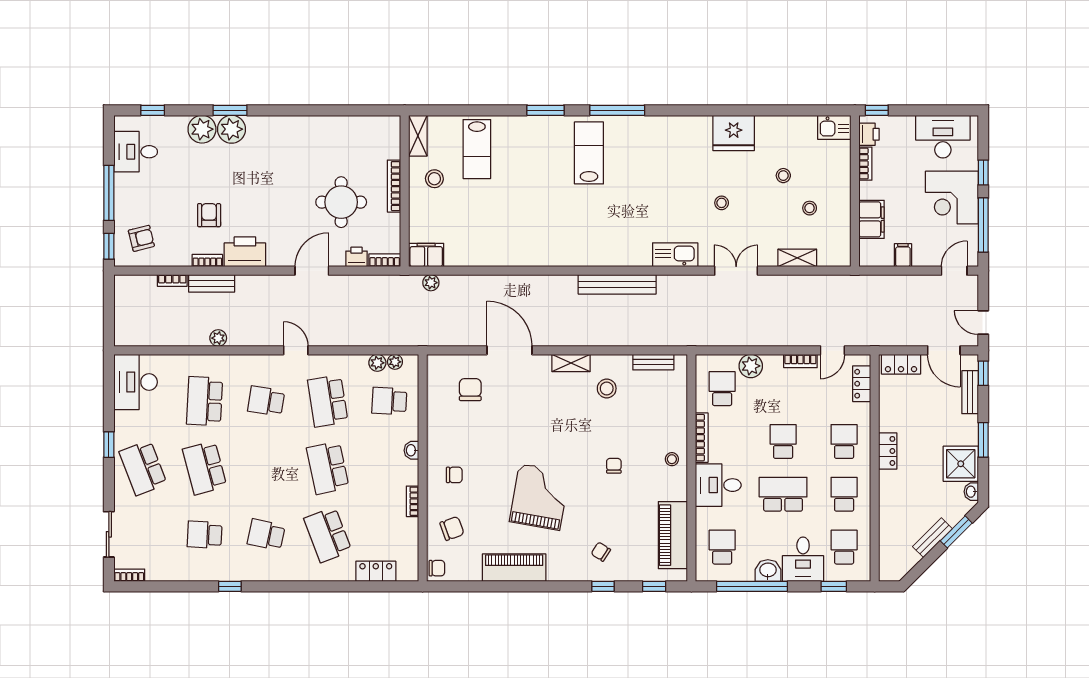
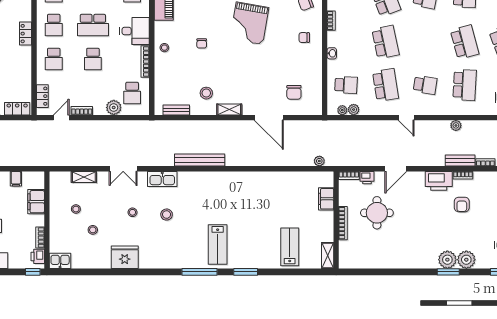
stool: (434, 179) -> (167, 215), moved
filing cabinet: (426, 255) -> (326, 199), moved, turned 90
locker: (888, 451) -> (26, 34), moved

